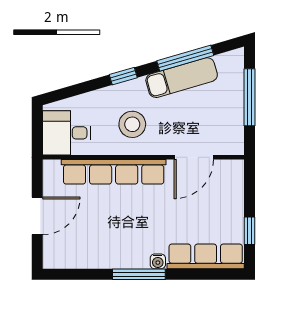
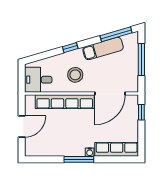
window: (185, 58) -> (116, 34), moved
door: (194, 157) -> (110, 93), width x1.36
window: (250, 231) -> (141, 112), moved

